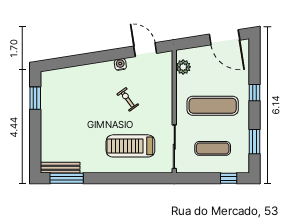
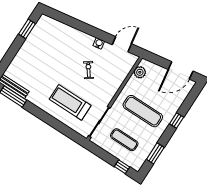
door: (225, 37) -> (181, 70), hinge flipped
door: (145, 50) -> (122, 44), hinge flipped

